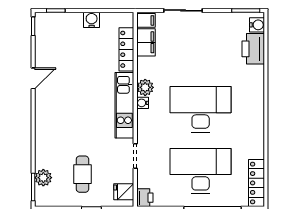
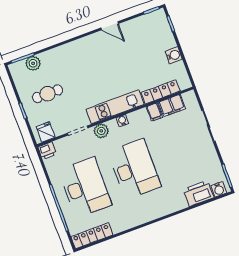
filing cabinet: (146, 20) -> (154, 112), moved
plant: (145, 87) -> (101, 131), moved

